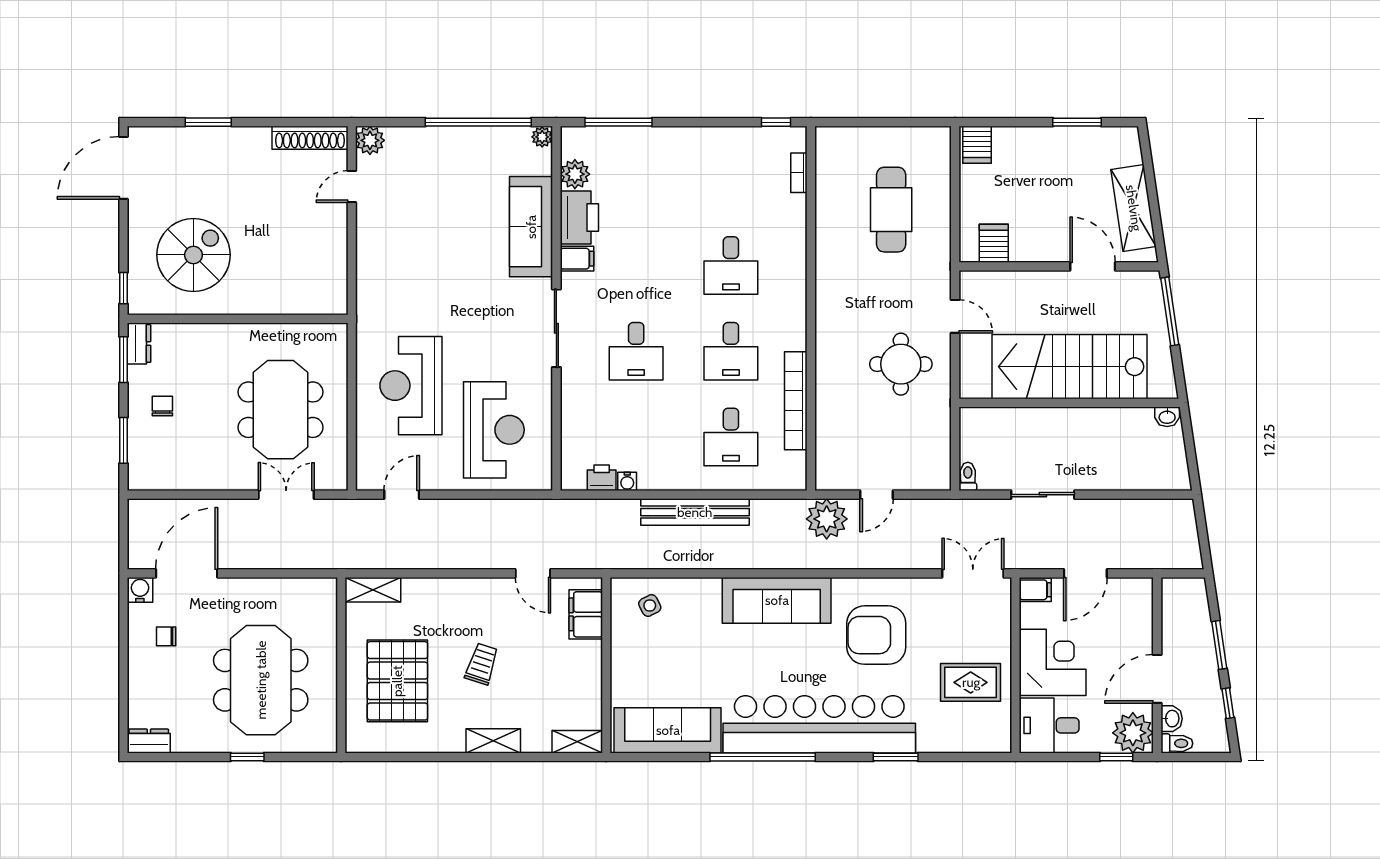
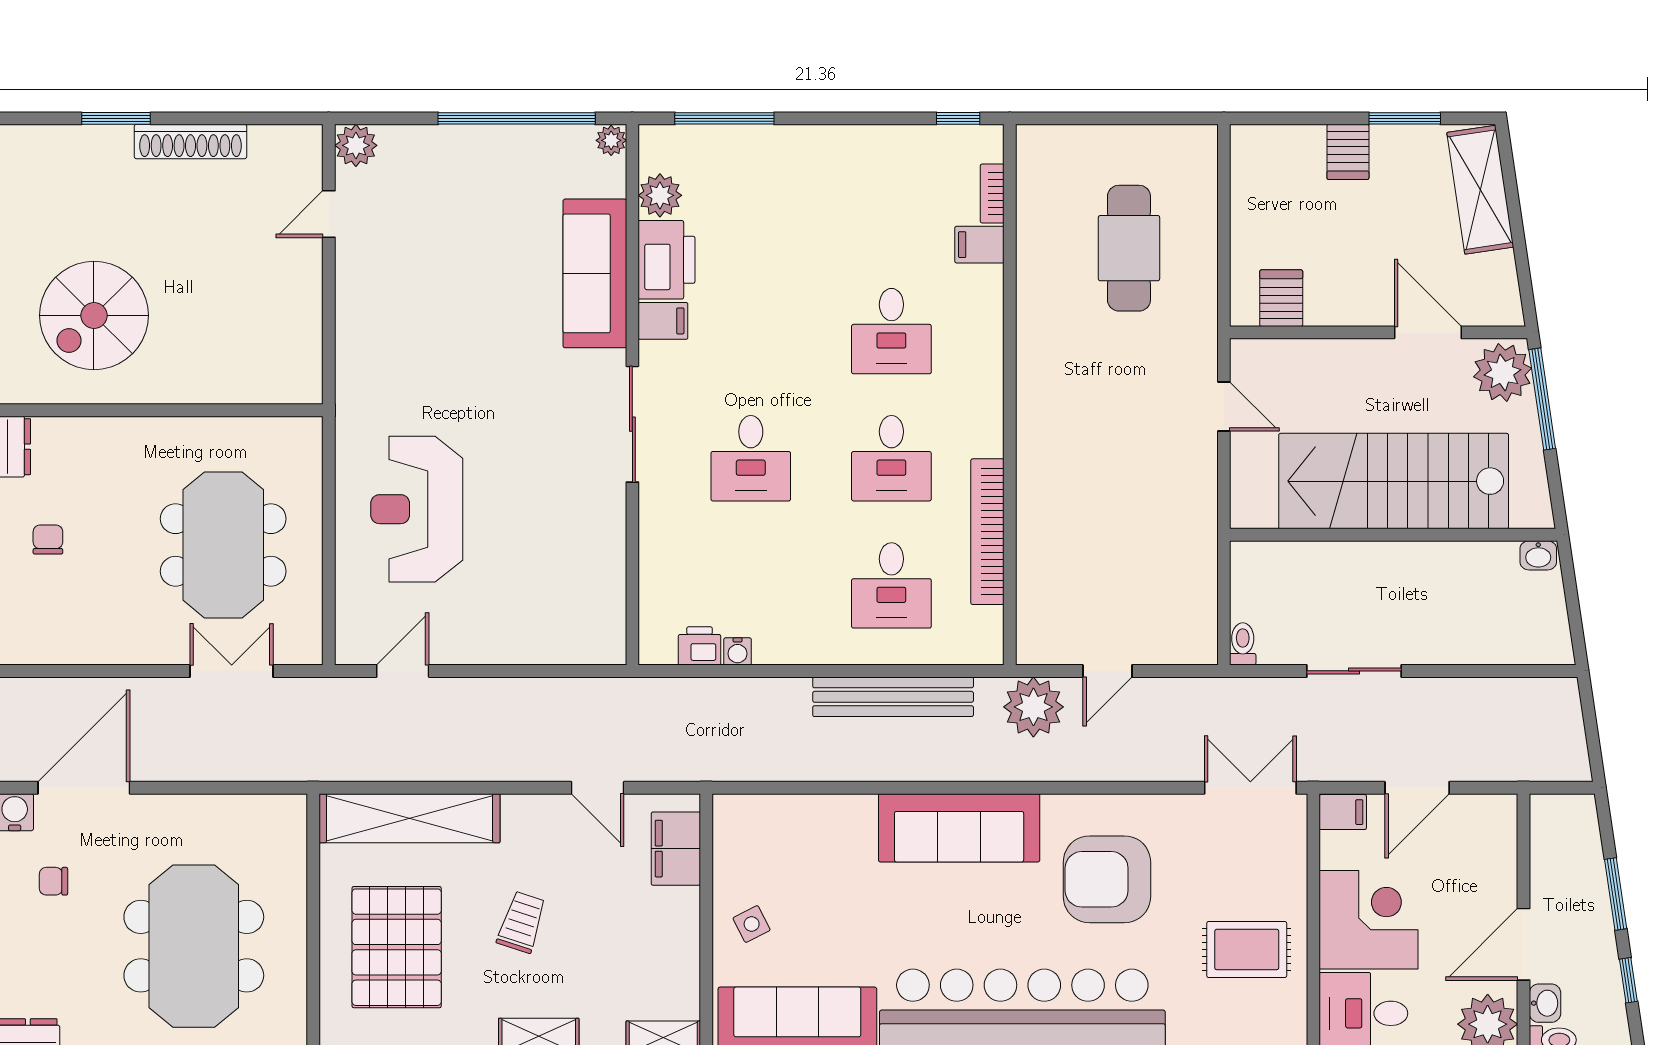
shoe rack: (310, 138) -> (190, 141), moved
server rack: (977, 145) -> (1348, 152), moved
filing cabinet: (790, 207) -> (979, 245), added
shelving: (1134, 208) -> (1480, 190), moved
spiral stairs: (193, 255) -> (94, 315), turned 180
plant: (1143, 293) -> (1503, 372), added
round table: (901, 364) -> (1143, 477), removed
reception desk: (494, 430) -> (540, 575), removed
bench: (695, 512) -> (893, 697), moved
shelving: (373, 590) -> (410, 818), width x2.20, depth x1.33
side table: (650, 606) -> (752, 924), moved

